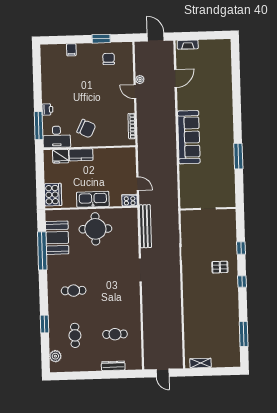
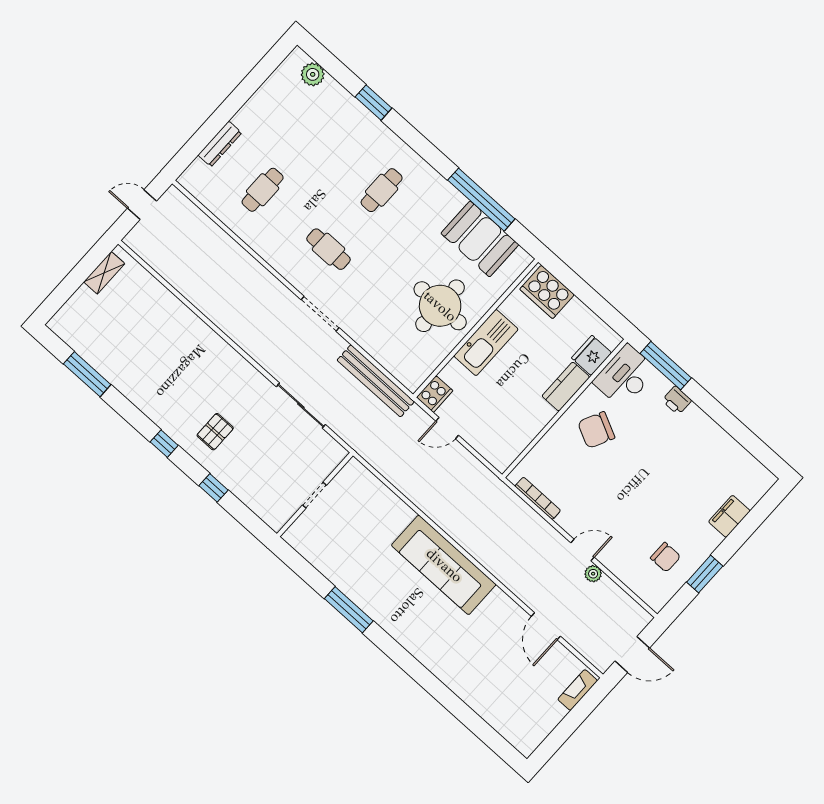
filing cabinet: (71, 50) -> (729, 516), width x2.00
cafe table: (75, 335) -> (329, 249), moved

